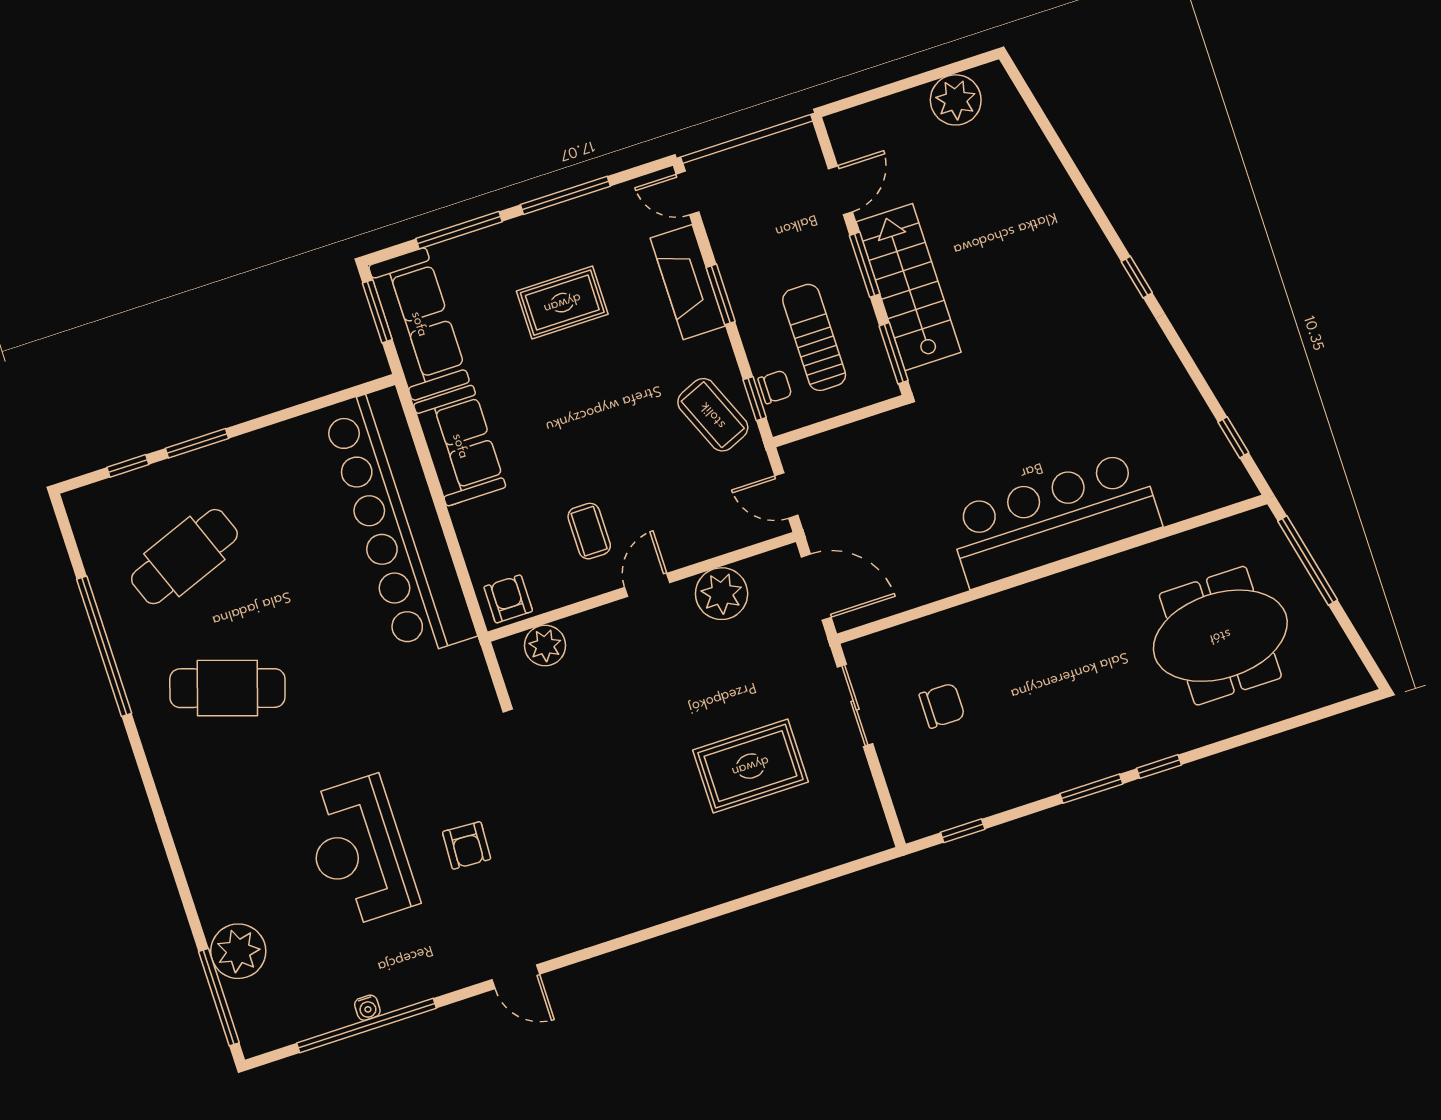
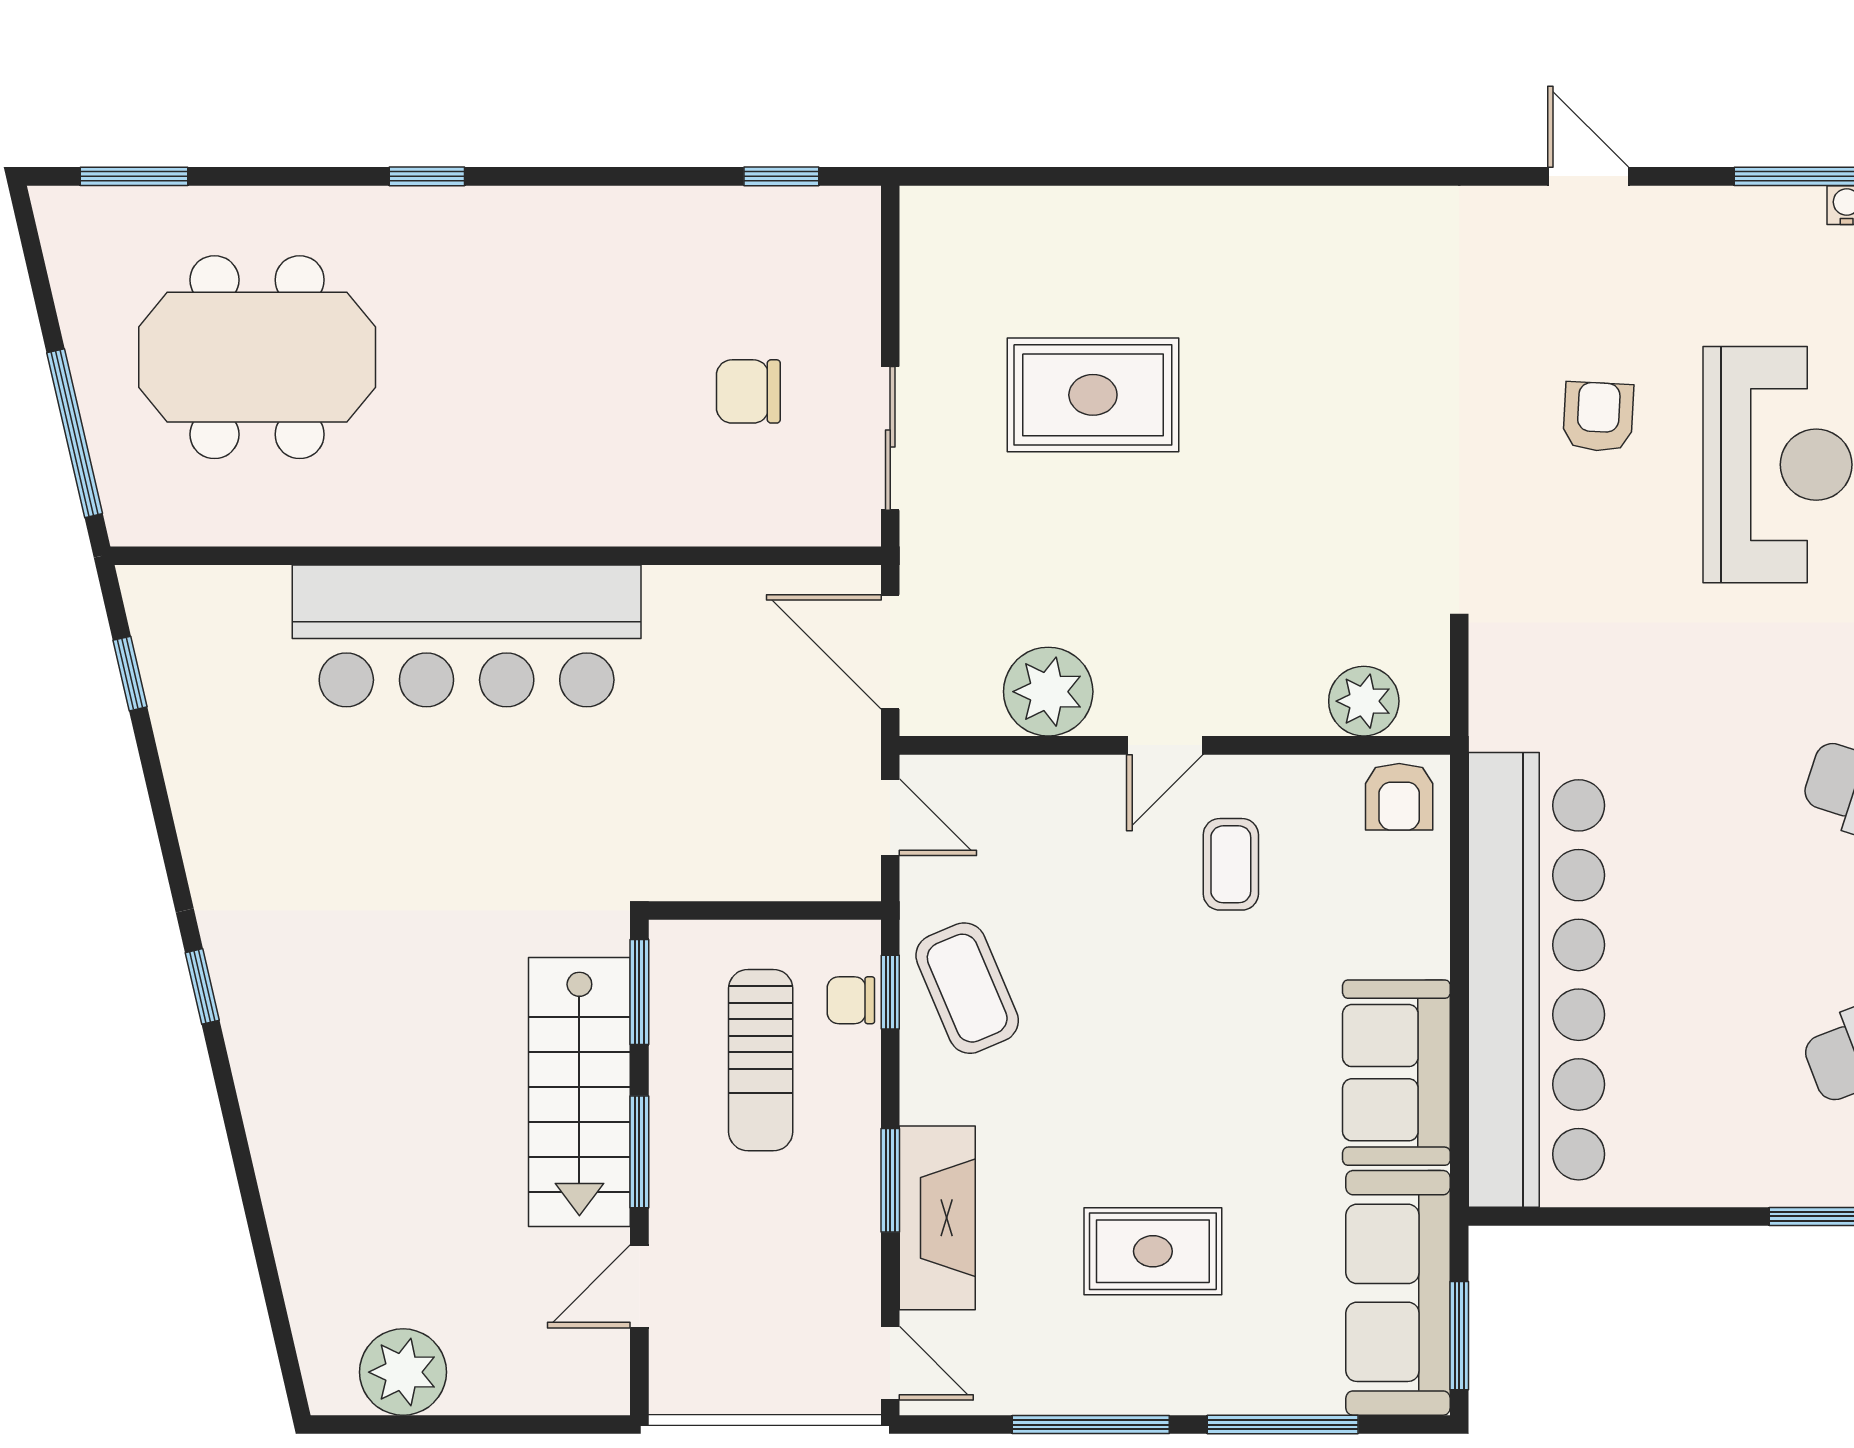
window: (1091, 789) -> (134, 176), moved

